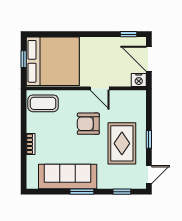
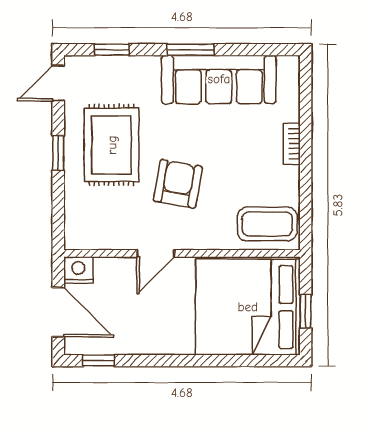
door: (100, 88) -> (156, 253), swing flipped
armchair: (88, 124) -> (178, 184), turned -80

